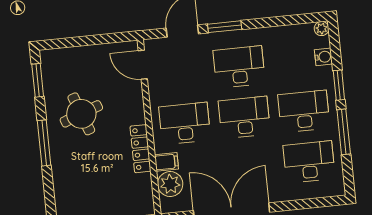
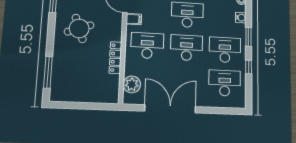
window: (344, 132) -> (249, 67), width x0.46
window: (44, 143) -> (48, 72), moved
filing cabinet: (166, 162) -> (134, 19), moved

